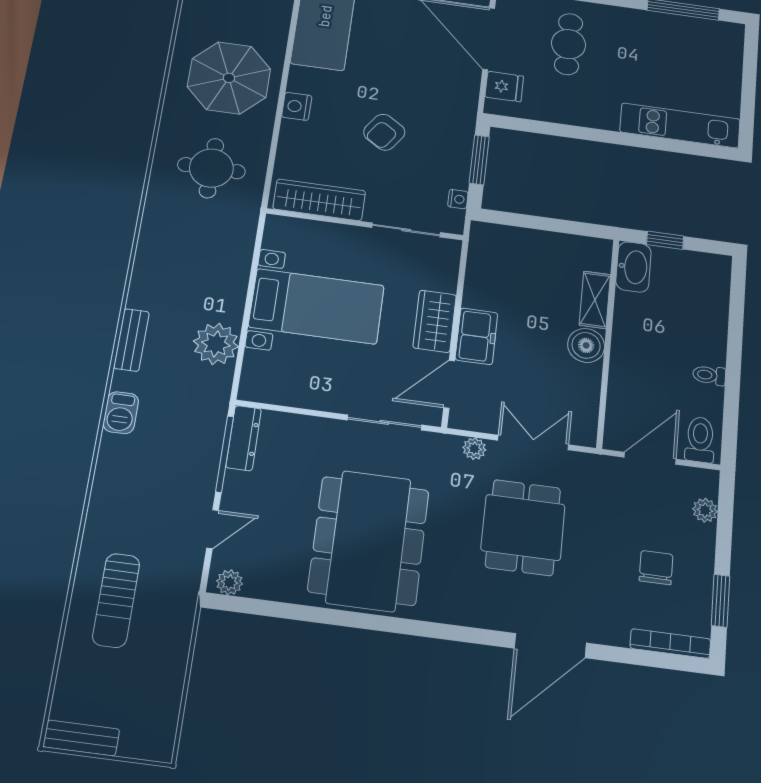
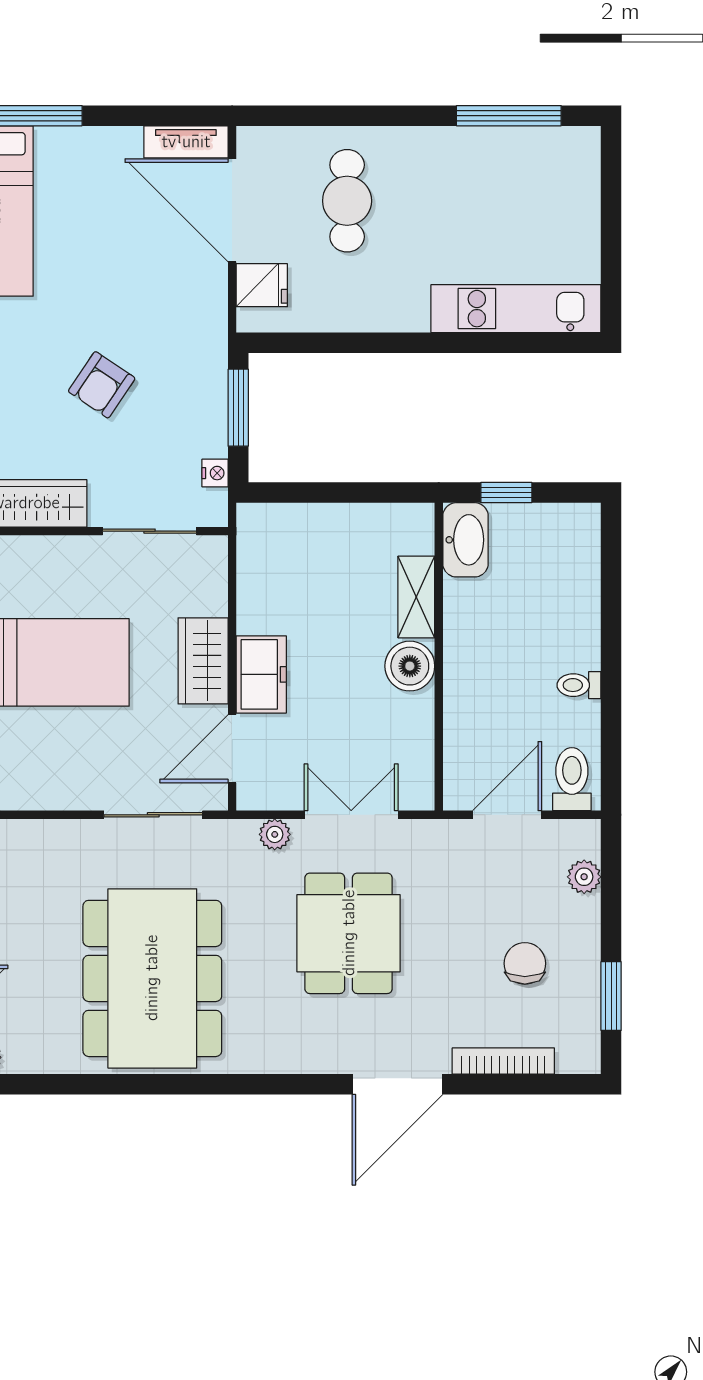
bookcase: (670, 644) -> (503, 1061), moved

